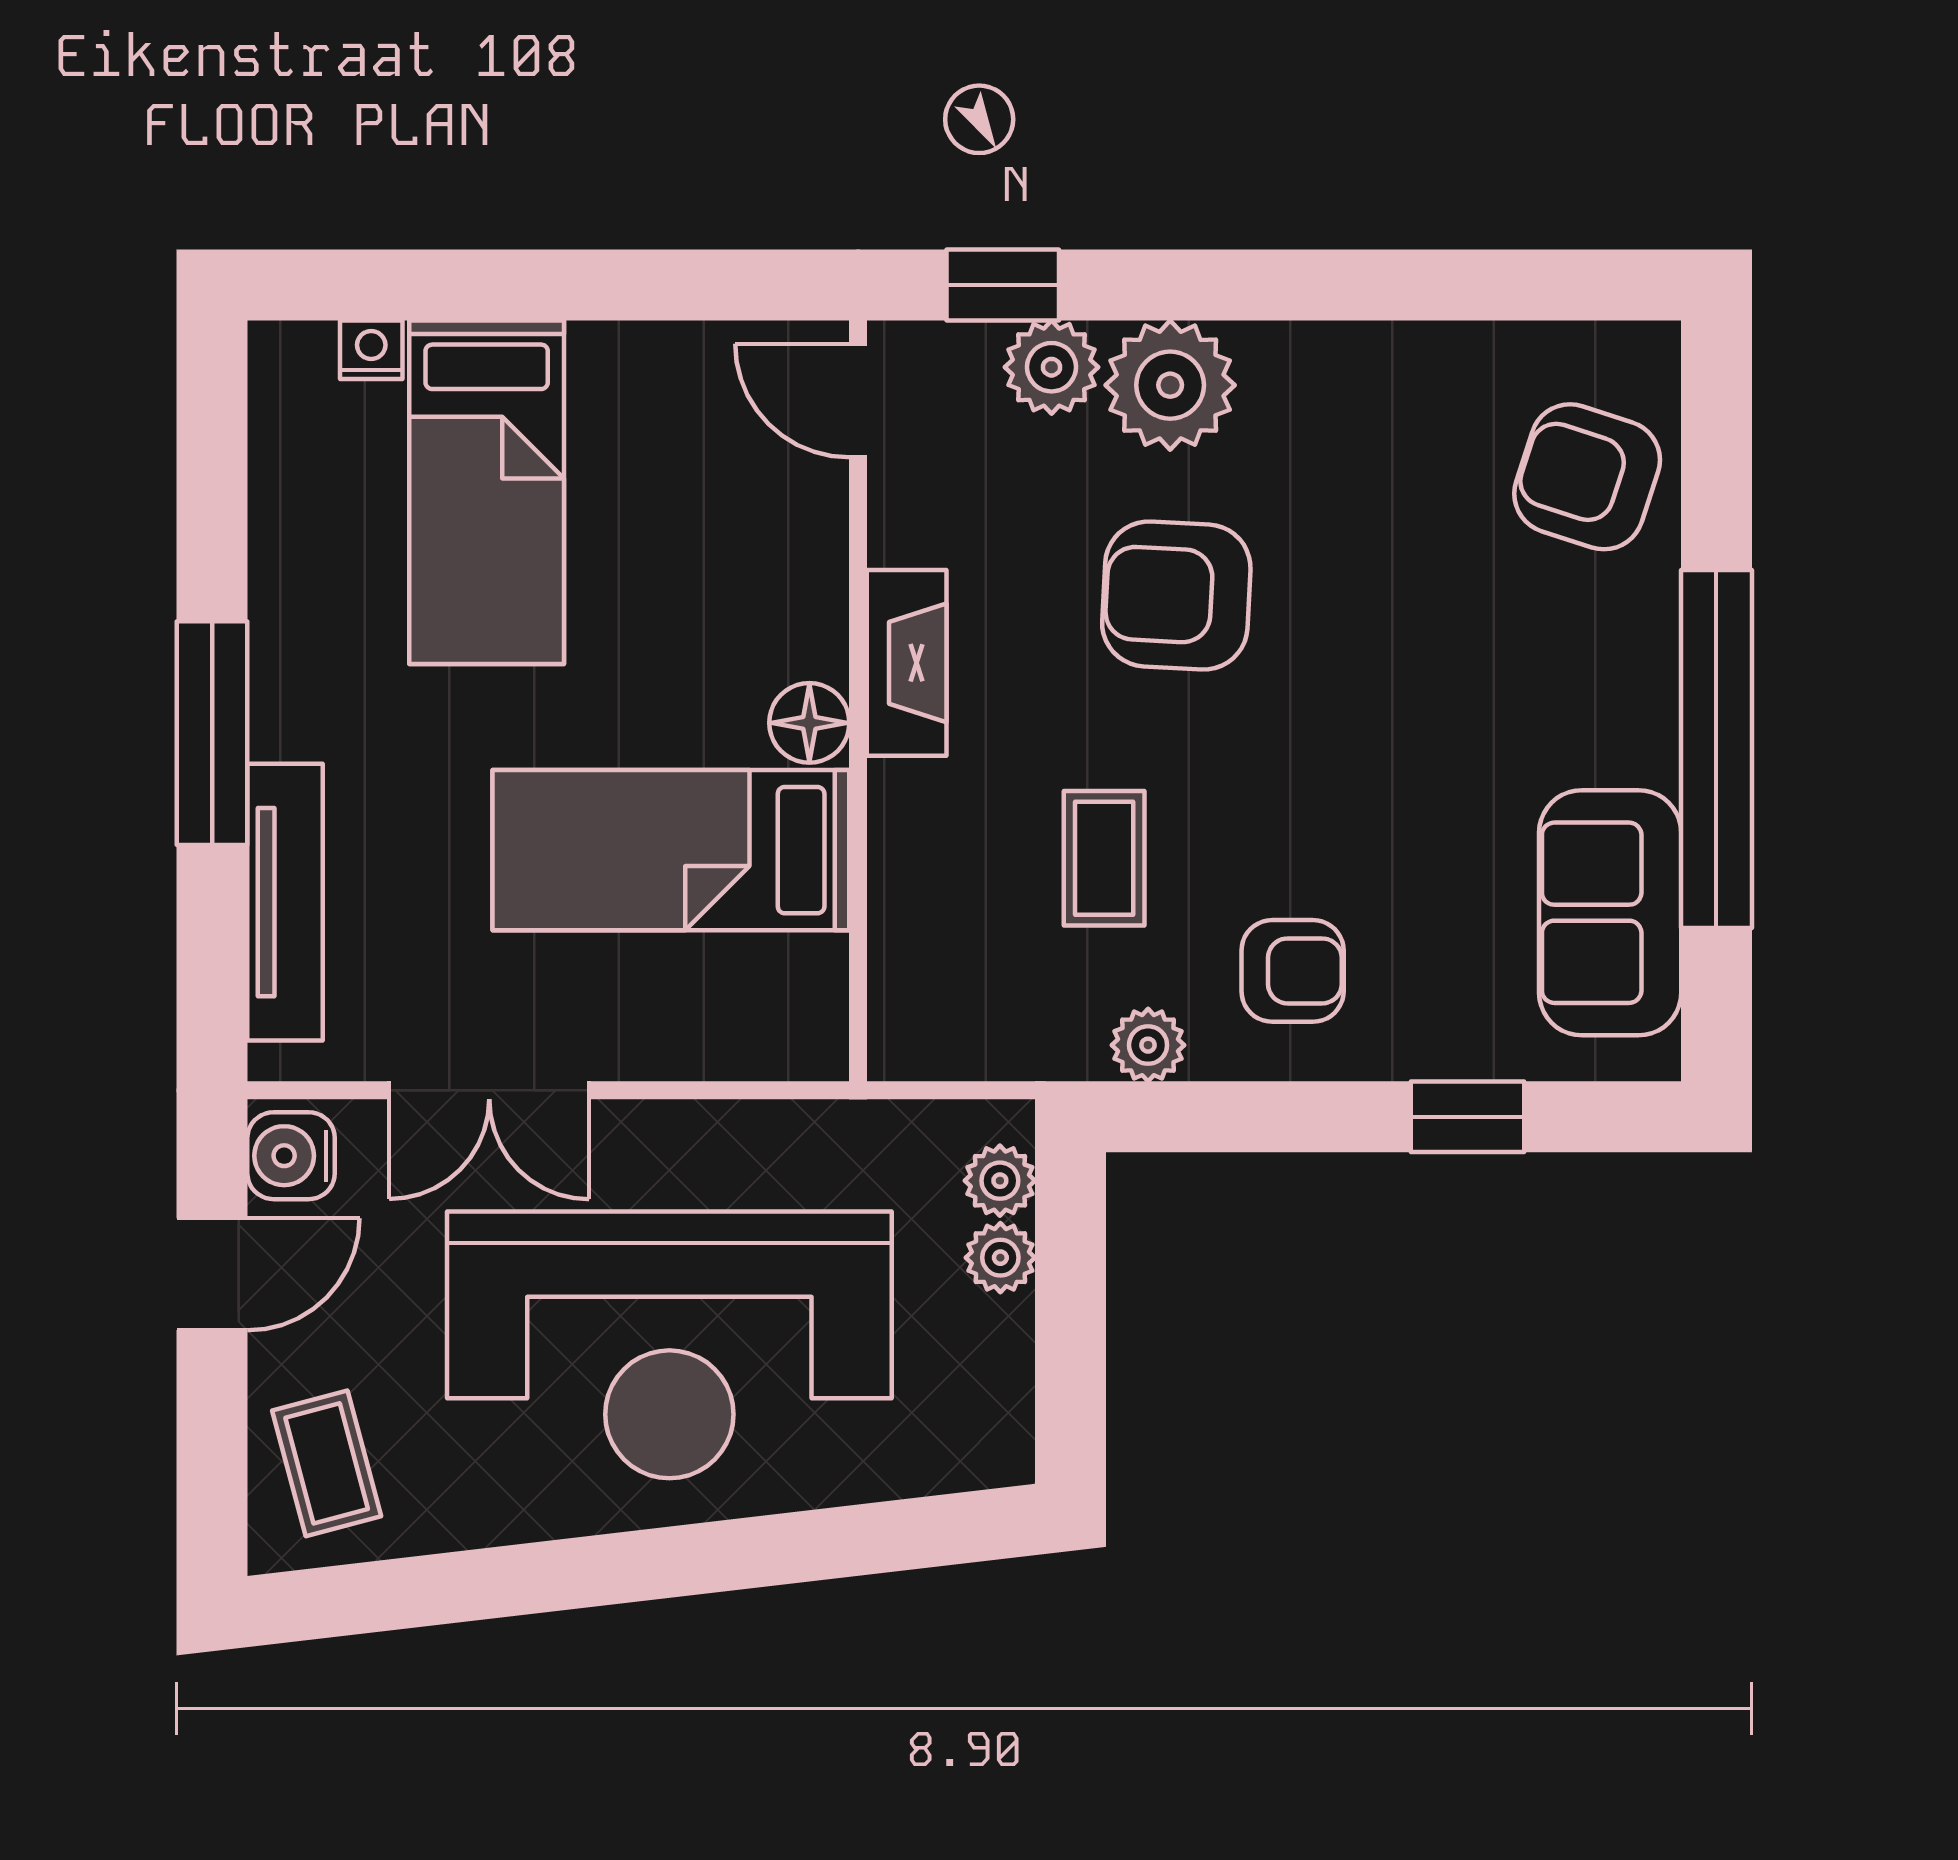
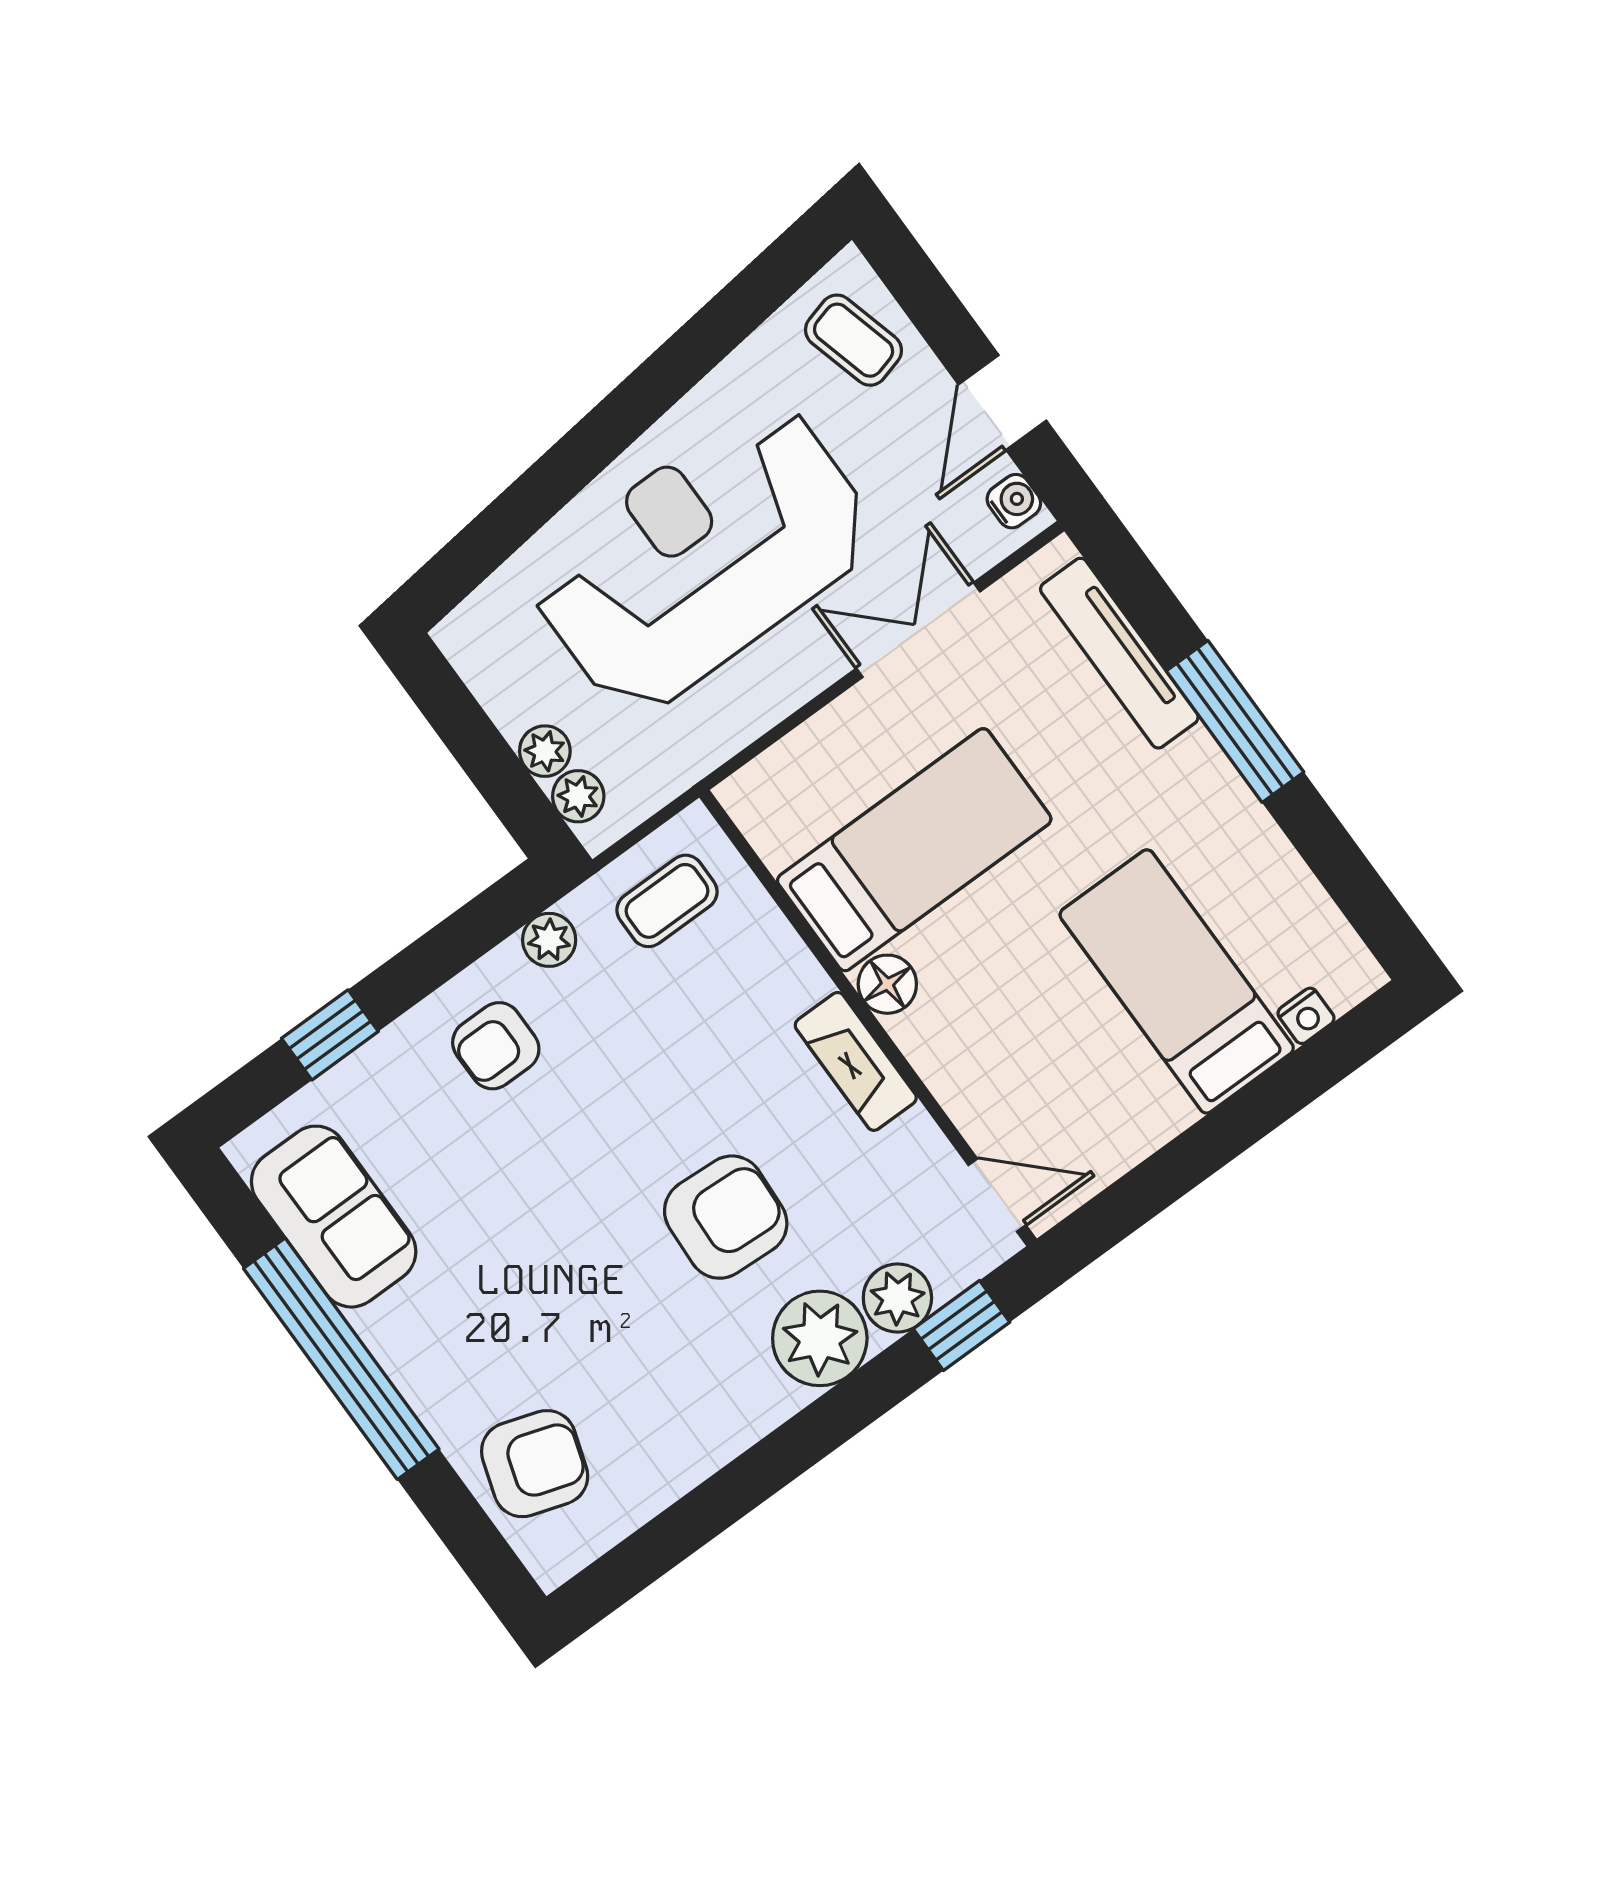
coffee table: (1104, 858) -> (667, 901), moved, turned 90
water cooler: (291, 1156) -> (1014, 501), width x0.72, depth x0.72

